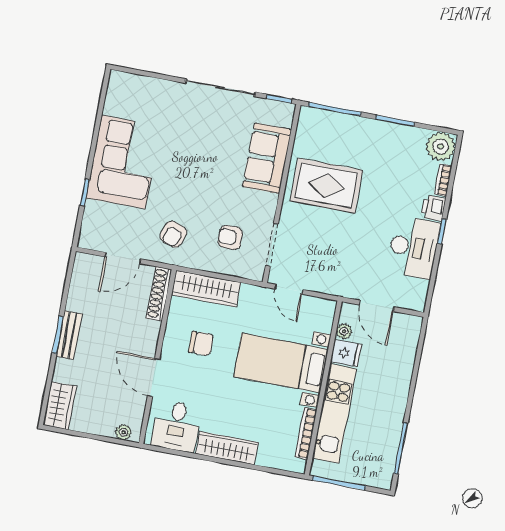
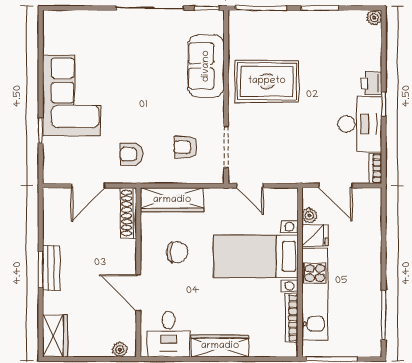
plant: (441, 146) -> (374, 18), width x0.53, depth x0.53
bookcase: (443, 180) -> (376, 168), moved
armchair: (173, 234) -> (131, 154), turned 71

